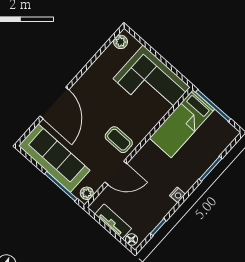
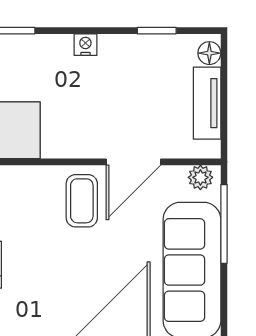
door: (116, 173) -> (133, 162), swing flipped

